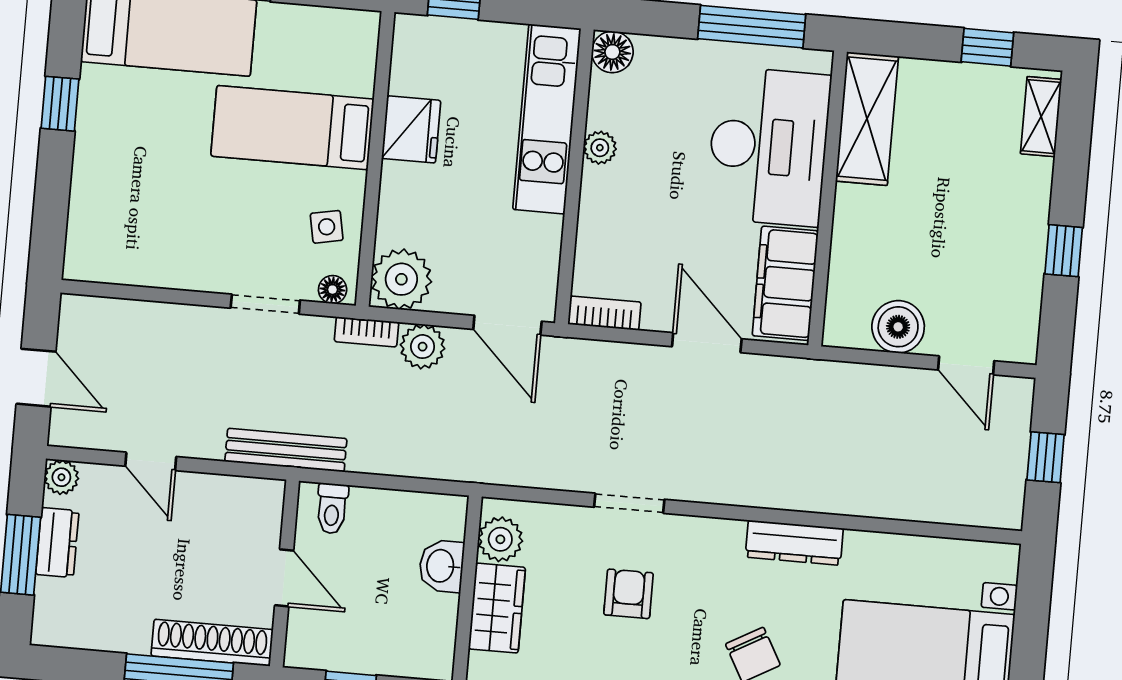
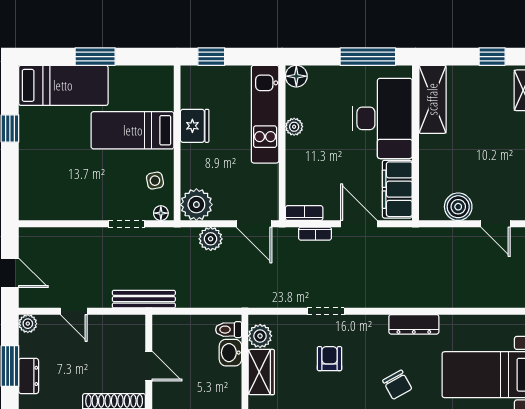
bookcase: (366, 332) -> (315, 234), moved
toilet: (332, 508) -> (229, 330), moved, turned 90
dresser: (57, 543) -> (29, 376), moved

